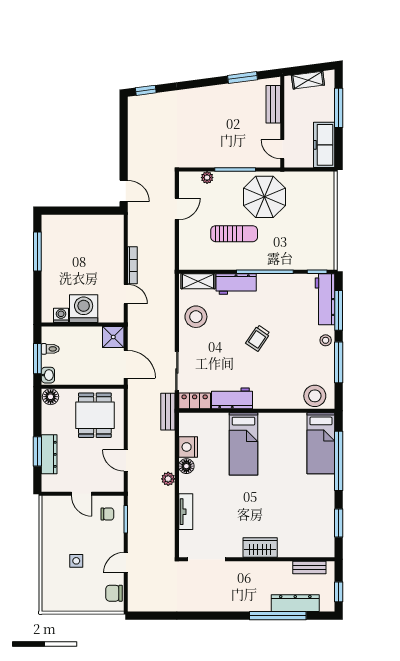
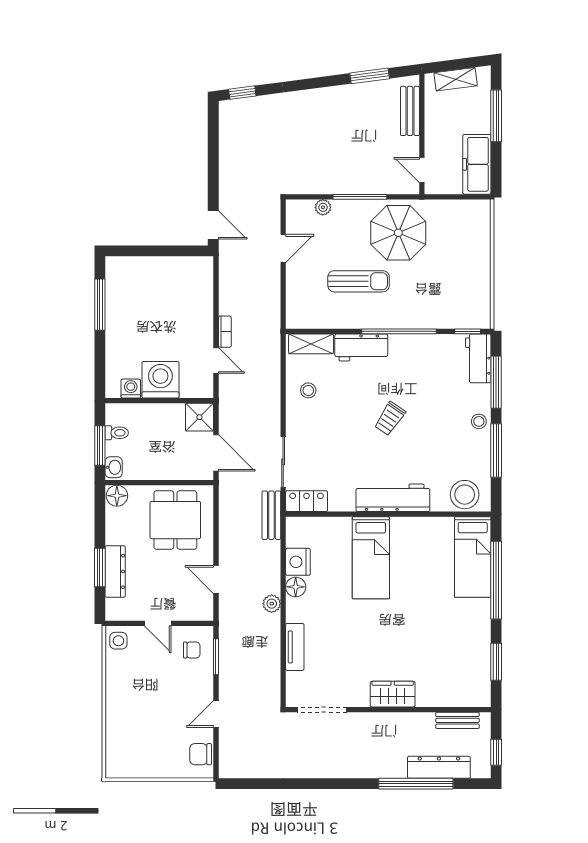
bookcase: (132, 265) -> (225, 332), width x0.64
workbench: (325, 299) -> (478, 358), width x0.73
stool: (196, 317) -> (308, 390), width x0.53, depth x0.53
workbench: (232, 398) -> (393, 498), moved, width x1.37
side table: (76, 561) -> (118, 641), moved

